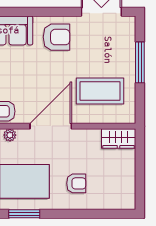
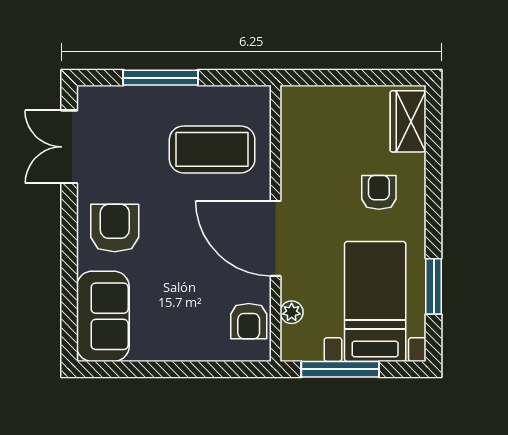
coffee table: (100, 91) -> (212, 149), turned 90
wardrobe: (119, 139) -> (408, 121), moved, turned 180

